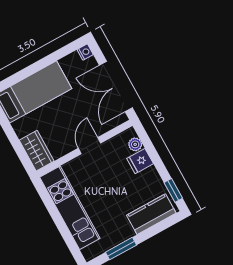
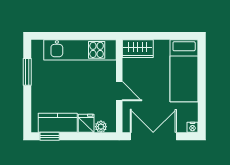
kitchen counter: (151, 214) -> (58, 123), moved, turned -90

